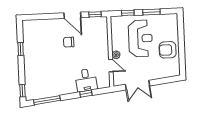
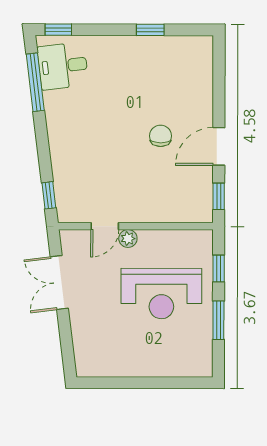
armchair: (168, 50) -> (134, 352), removed
desk: (86, 80) -> (63, 66), moved
window: (86, 94) -> (49, 195), moved

